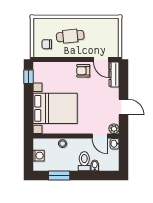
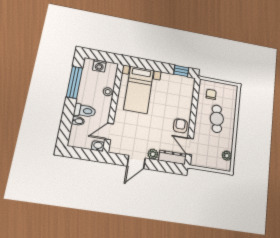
plant: (104, 23) -> (227, 156), added
door: (101, 60) -> (190, 146), hinge flipped
bed with nightstands: (55, 108) -> (139, 90), width x0.73
plant: (114, 129) -> (153, 154), moved
window: (59, 175) -> (74, 82), width x1.44

